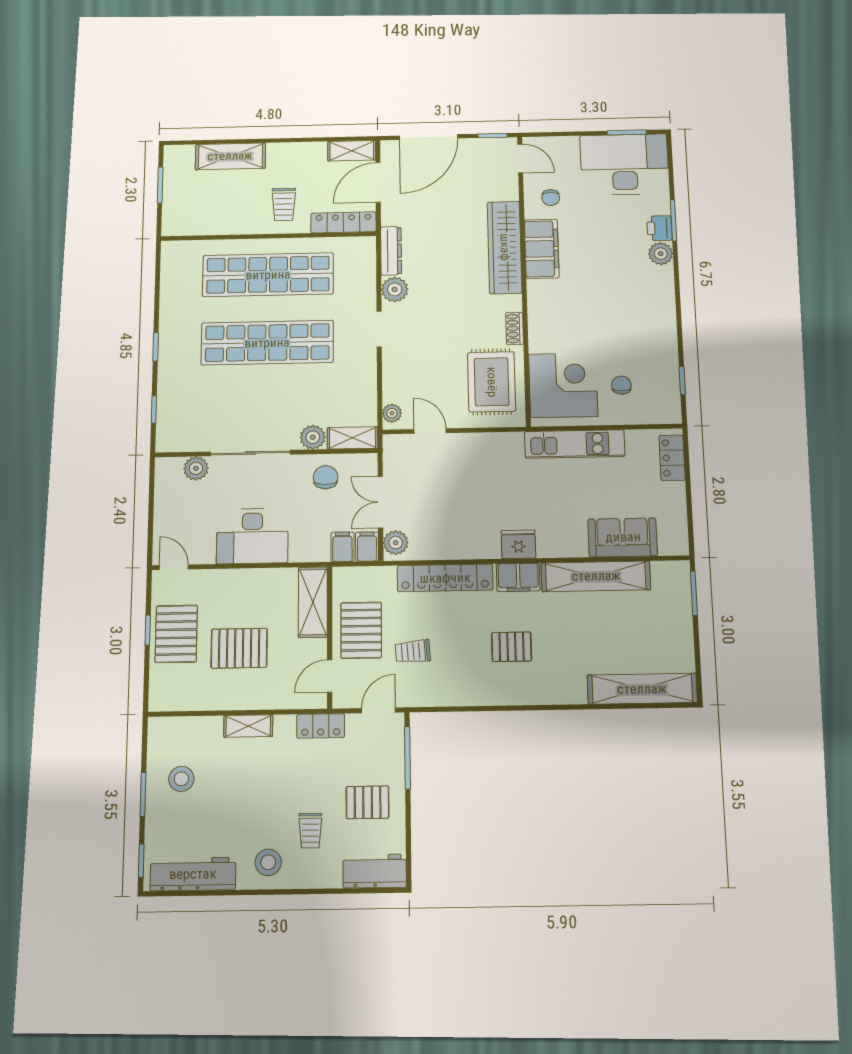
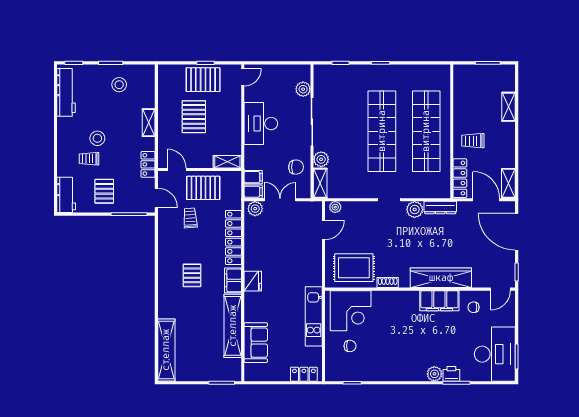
shelving: (230, 156) -> (509, 107), width x0.67, depth x0.75
shelving: (313, 602) -> (227, 162), width x0.67, depth x0.75
stool: (268, 862) -> (97, 138), moved

